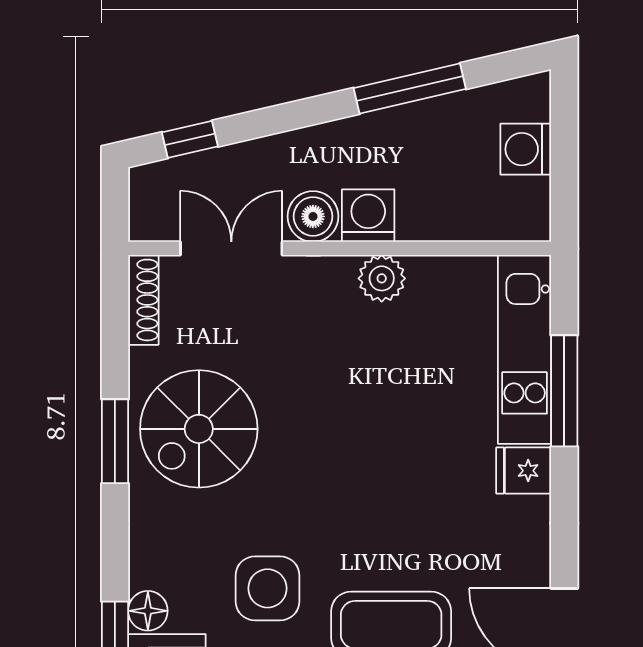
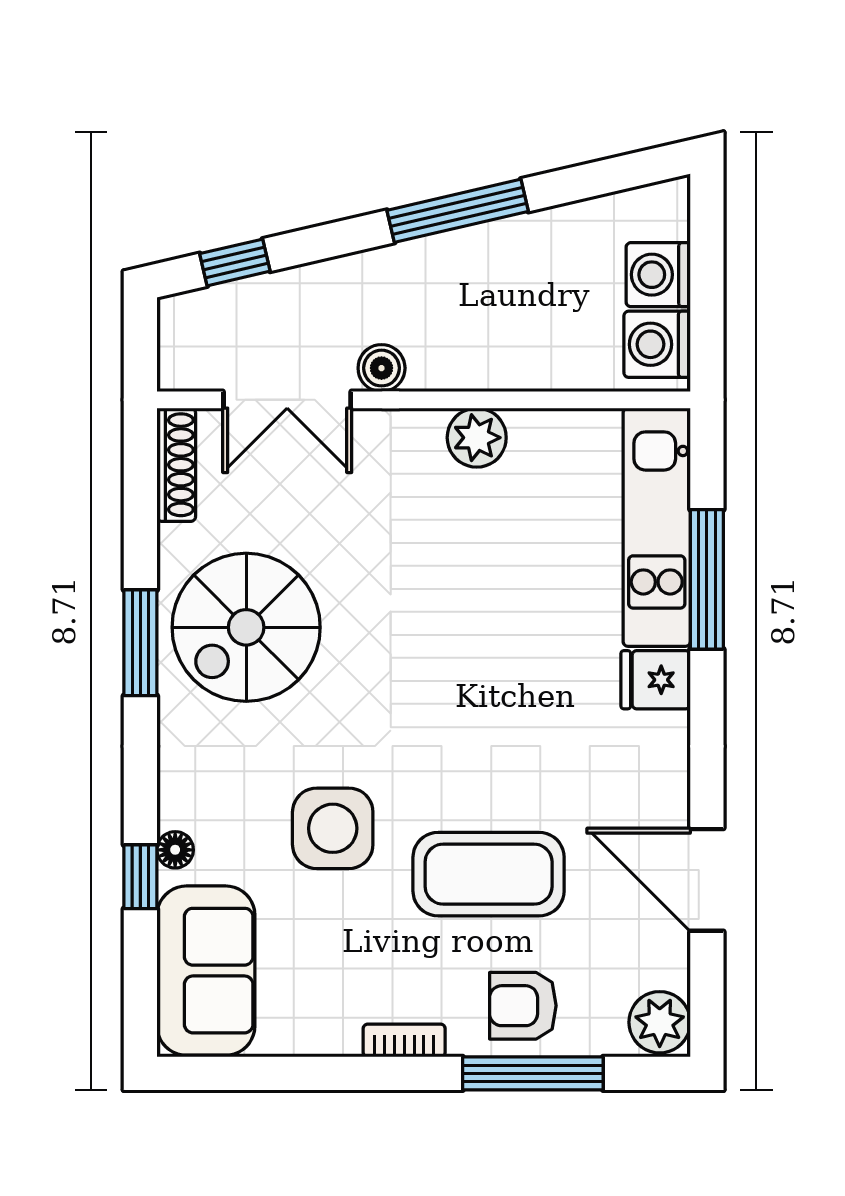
window: (410, 88) -> (458, 211), moved
boiler: (313, 216) -> (382, 368), width x0.73, depth x0.73
washing machine: (368, 216) -> (657, 344), moved, turned -90
double door: (231, 248) -> (287, 400), swing flipped
floor lamp: (148, 611) -> (175, 850), width x0.73, depth x0.73

